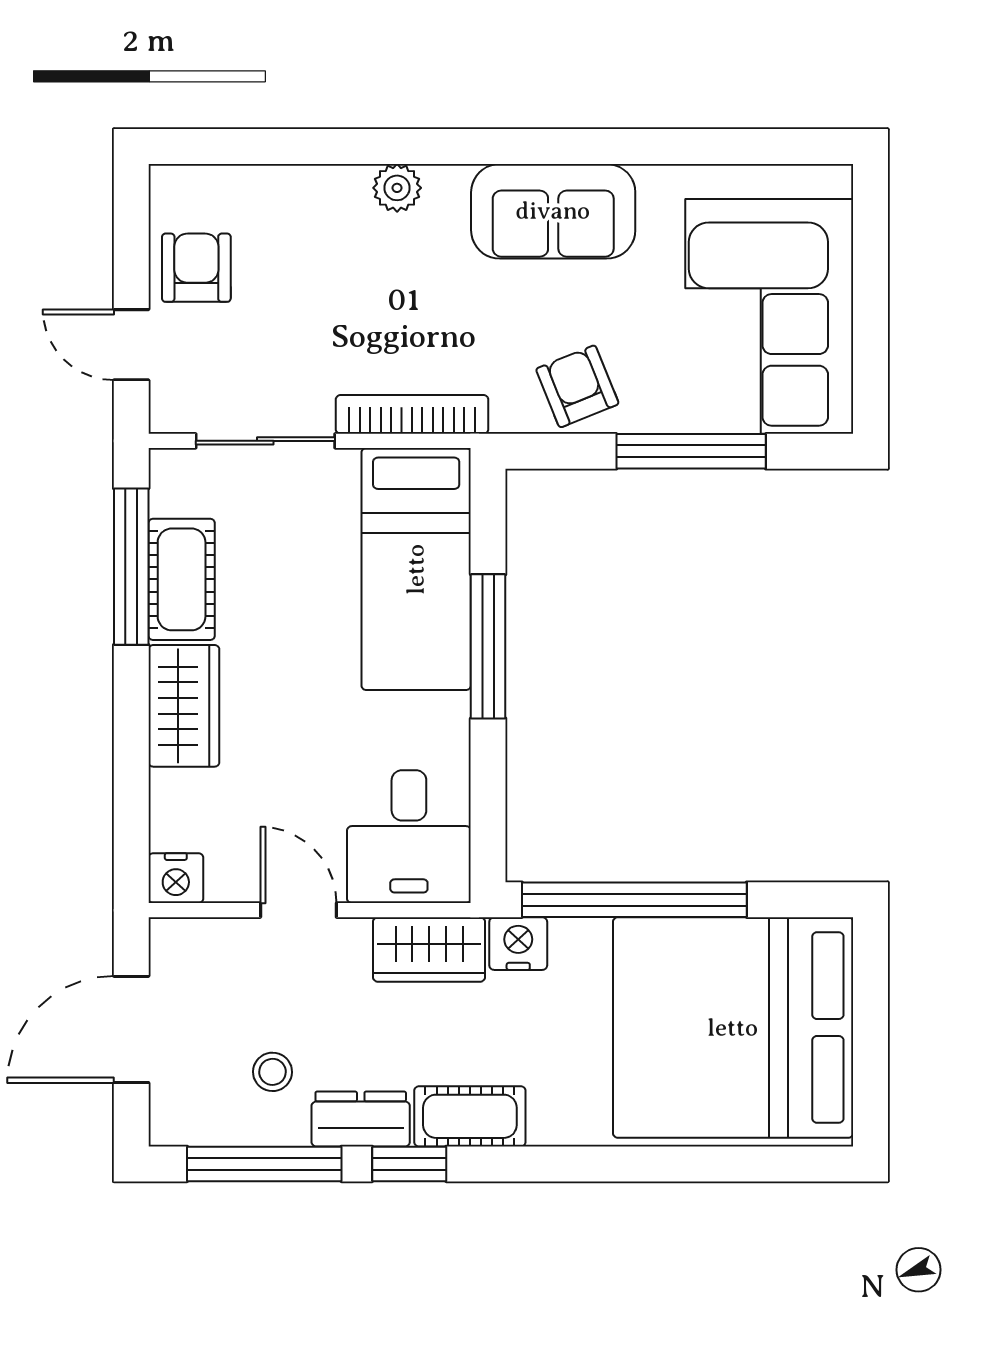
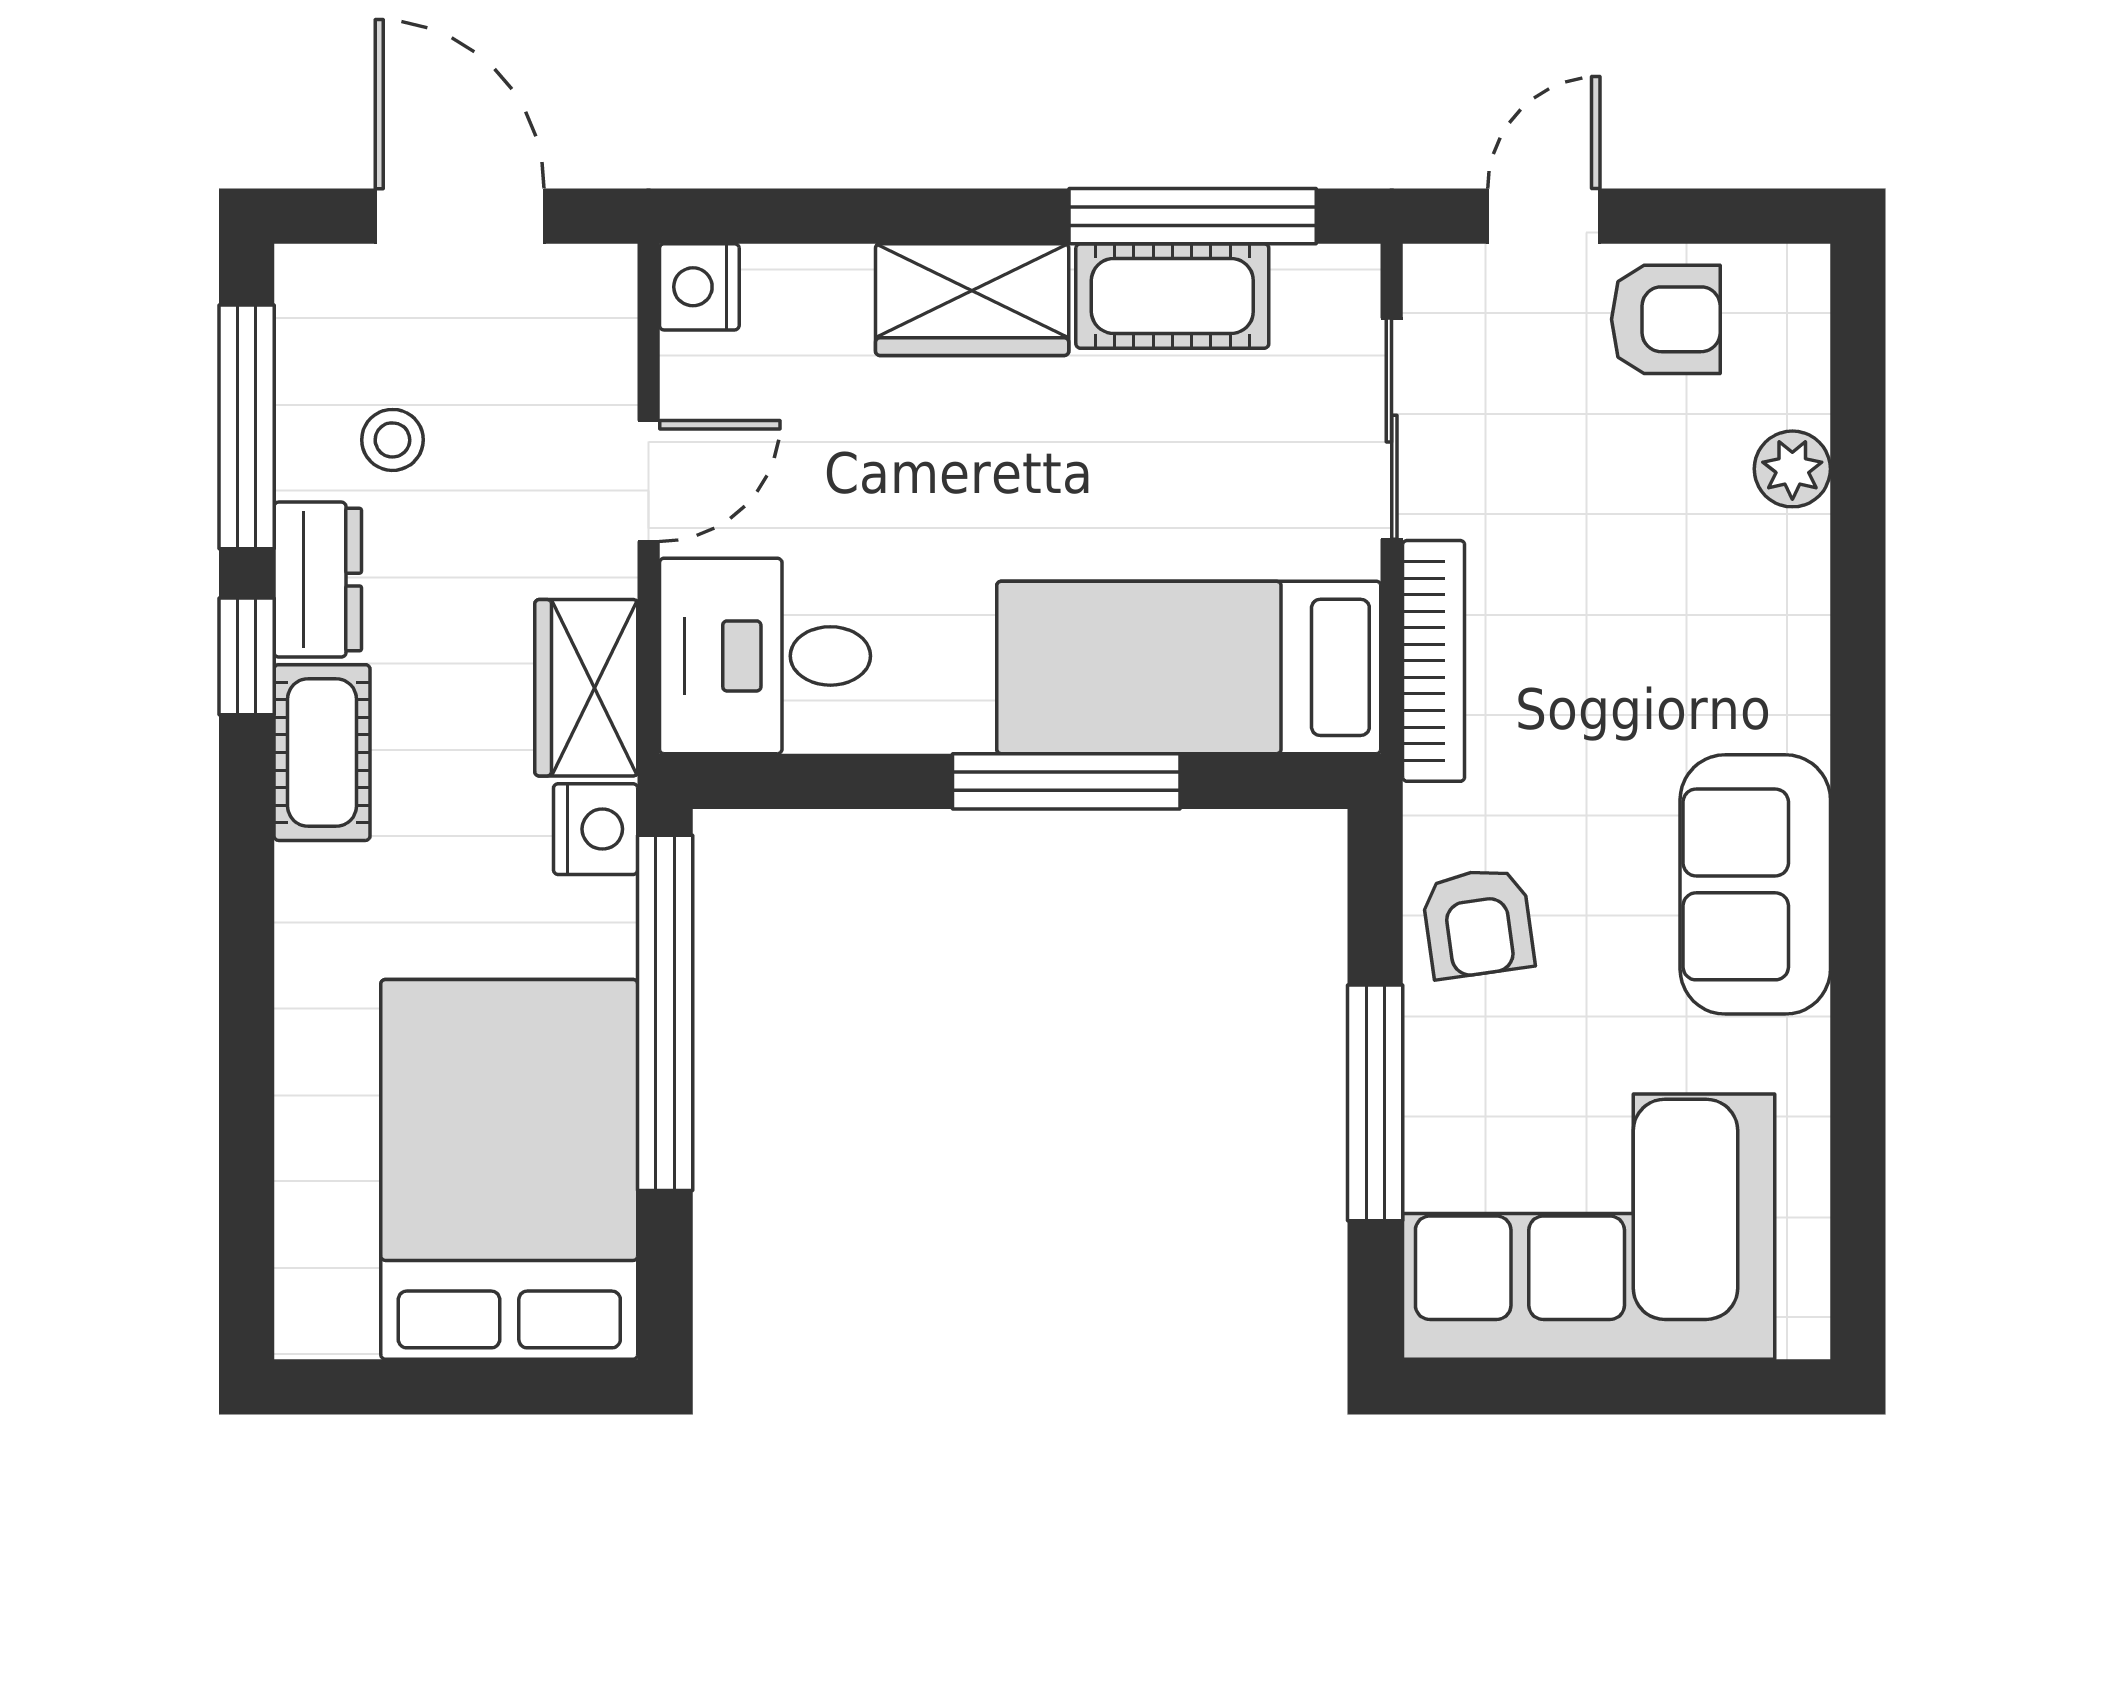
plant: (397, 188) -> (1792, 469), moved
armchair: (577, 386) -> (1478, 923), turned 104
bed: (733, 1028) -> (509, 1169), width x0.73

